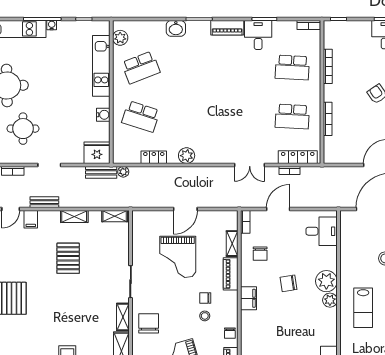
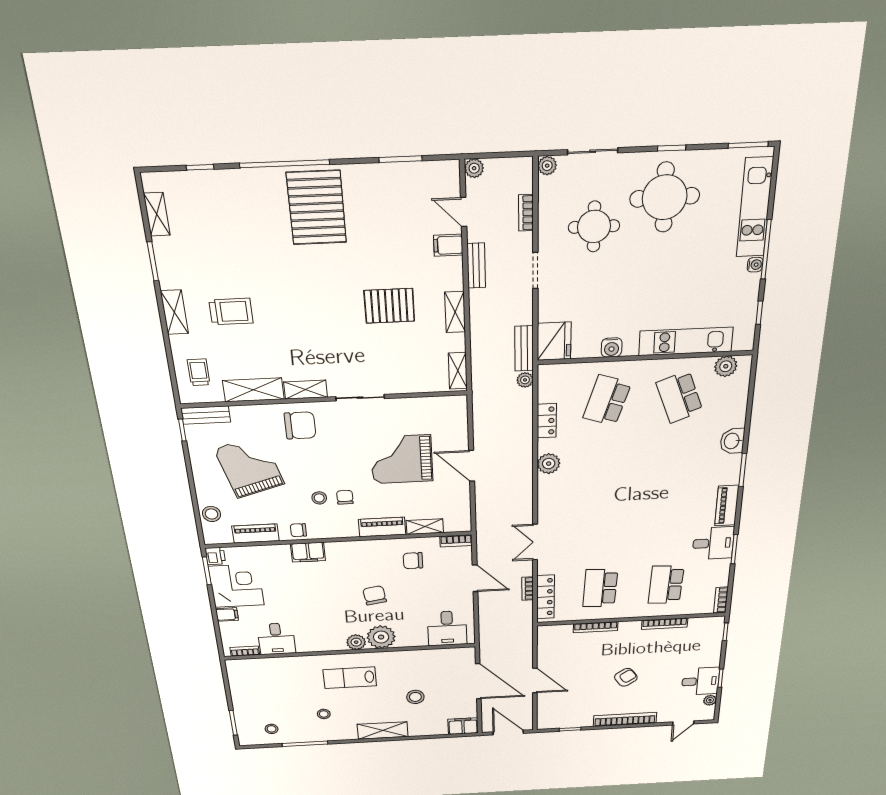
filing cabinet: (249, 298) -> (308, 552), moved

